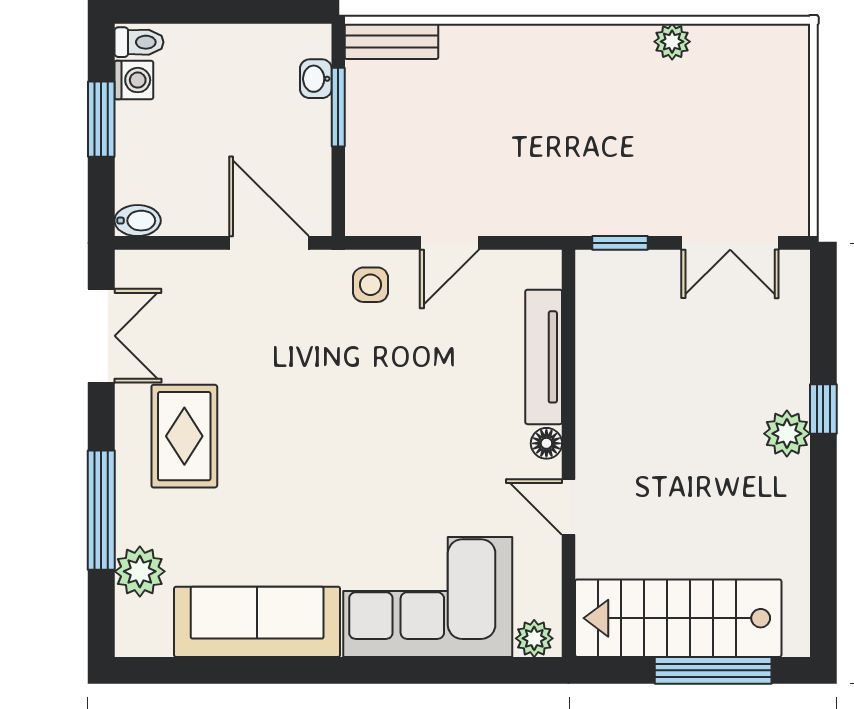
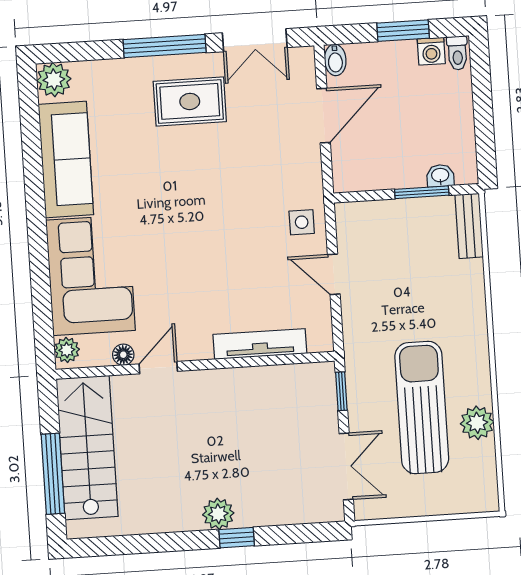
plant: (672, 42) -> (477, 423), width x1.38, depth x1.38
sun lounger: (651, 127) -> (422, 407), added
door: (269, 243) -> (324, 116), moved
double door: (730, 243) -> (346, 466), swing flipped
floor lamp: (546, 443) -> (123, 355), moved
window: (101, 510) -> (165, 46), moved
plant: (140, 571) -> (54, 80), moved

